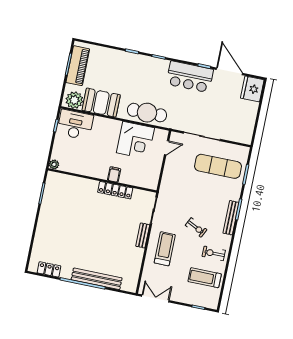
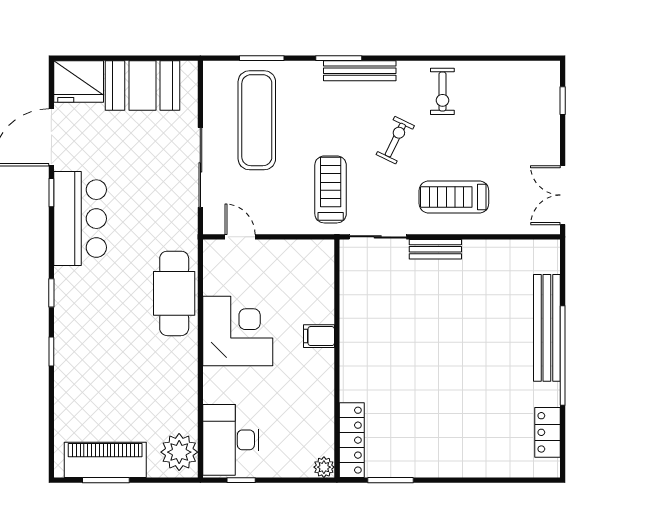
booth: (101, 103) -> (142, 85), moved, turned 90
corner desk: (135, 140) -> (238, 331), moved
locker: (115, 190) -> (352, 440), moved
treadmill: (205, 278) -> (331, 189), moved, turned 180

